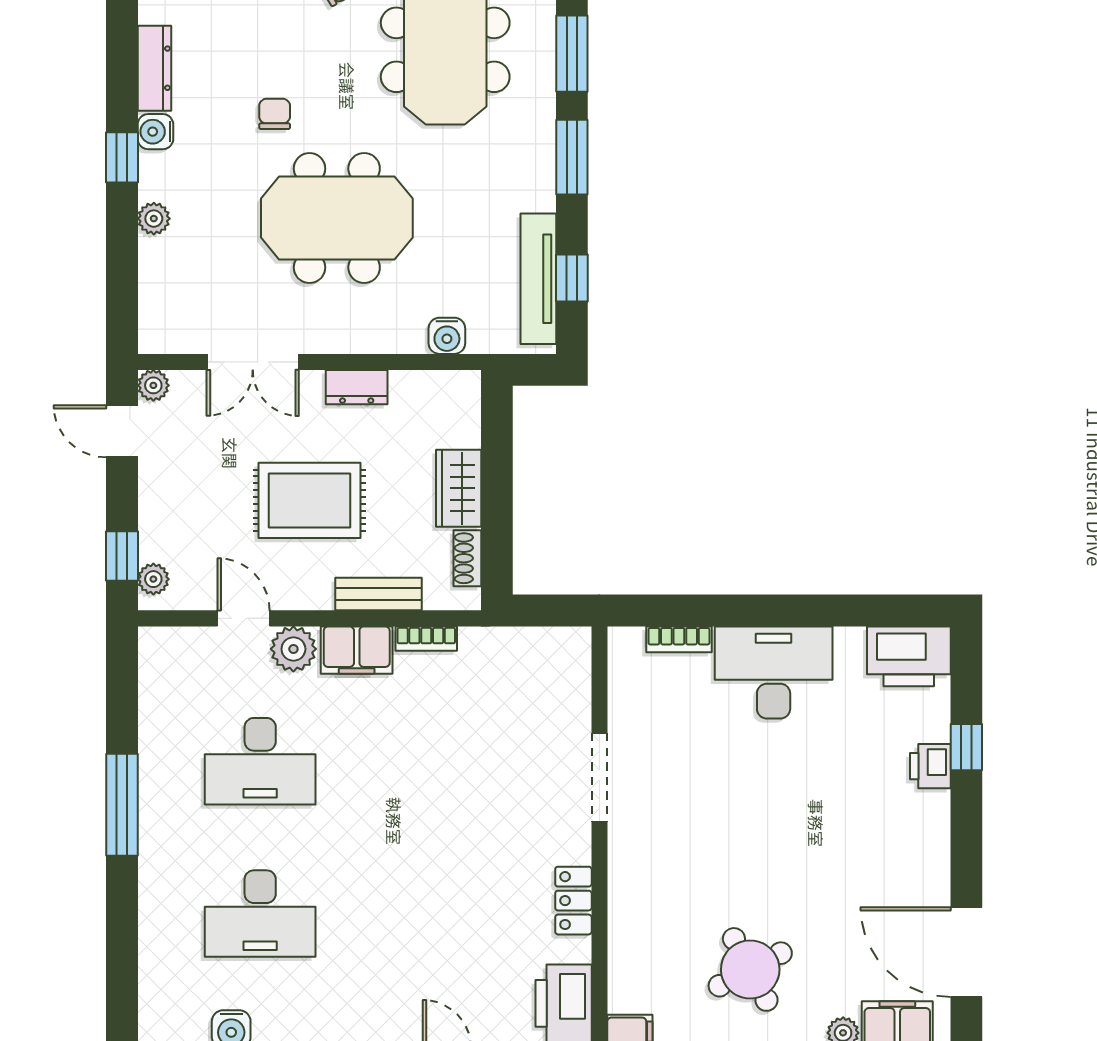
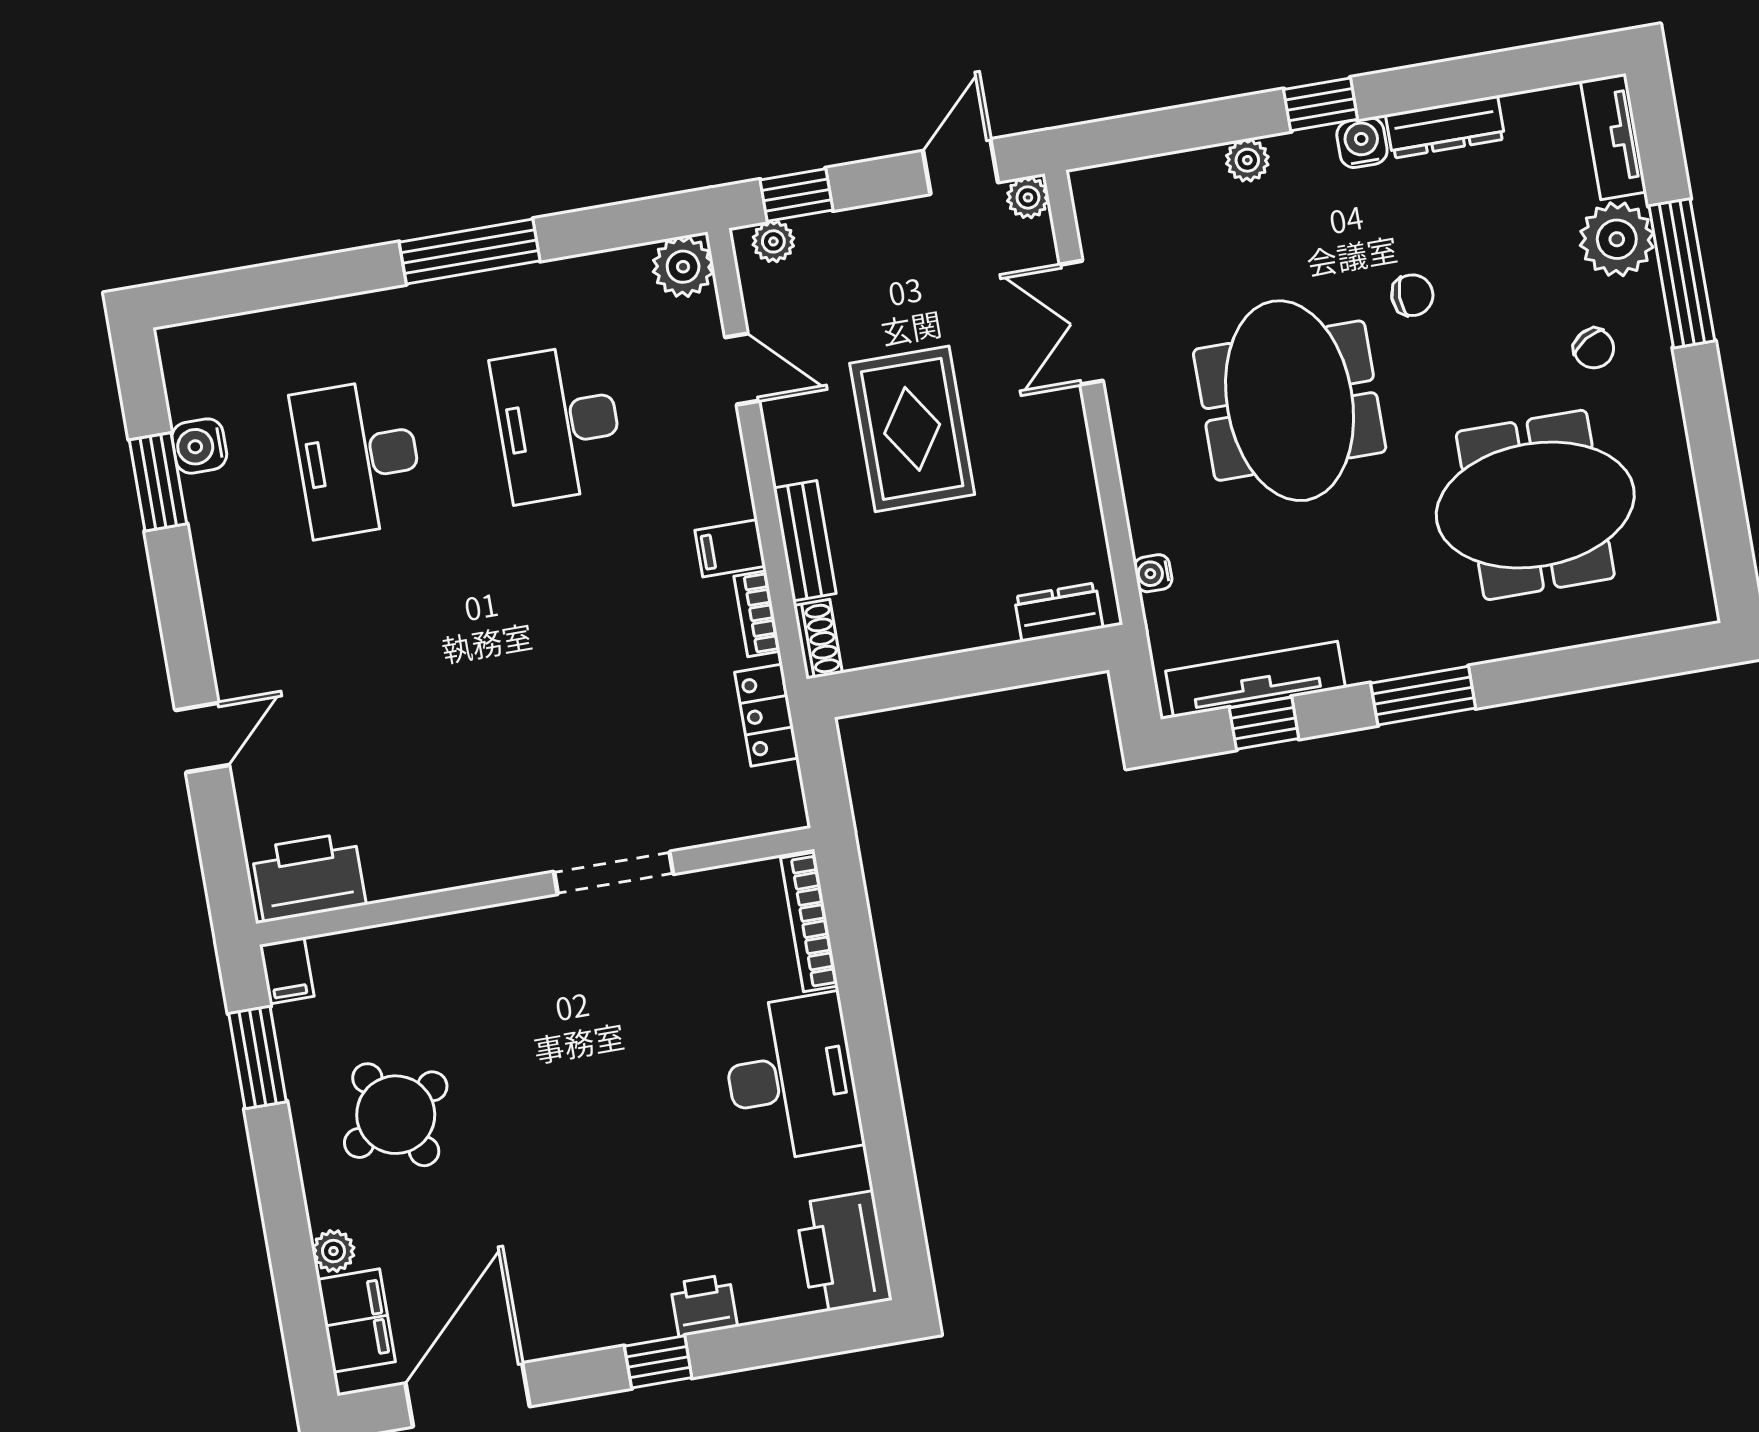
window: (572, 54) -> (1559, 672), removed
water cooler: (447, 336) -> (1153, 573), width x0.72, depth x0.72
dresser: (357, 387) -> (1059, 612), moved, turned 90
wardrobe: (459, 488) -> (962, 622), removed
shoe rack: (467, 558) -> (818, 639), moved, turned 90
door: (244, 618) -> (742, 369), hinge flipped
bookcase: (679, 639) -> (809, 922), width x1.56
plant: (293, 649) -> (683, 267), moved
filing cabinet: (357, 650) -> (730, 548), width x0.50
window: (966, 747) -> (658, 1362), moved
locker: (573, 901) -> (767, 715), moved, turned -90

